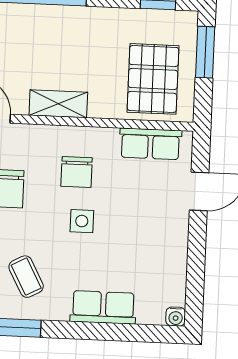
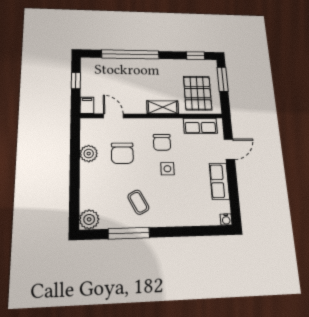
shelving: (58, 104) -> (163, 107), moved
row of seats: (103, 307) -> (219, 181), moved, turned -90

